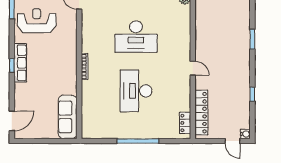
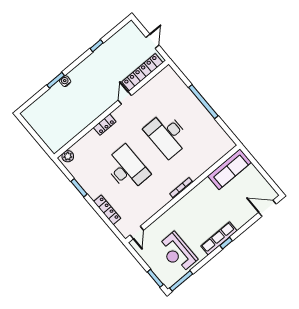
door: (193, 68) -> (125, 98), moved
desk: (136, 91) -> (167, 135), turned 90
locker: (185, 123) -> (105, 125), moved
water cooler: (245, 134) -> (65, 81), moved
door: (232, 141) -> (152, 41), moved

